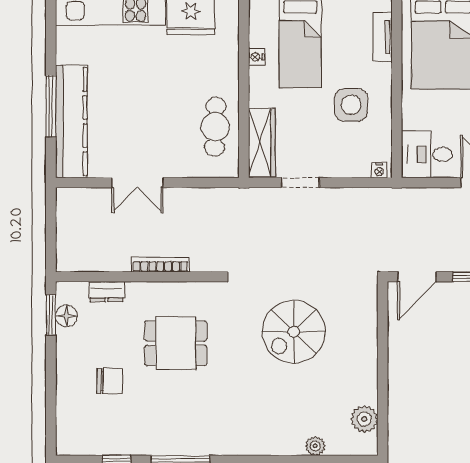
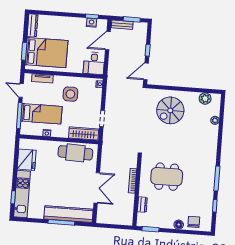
cafe table: (215, 127) -> (75, 153), width x1.37, depth x1.35
double door: (137, 183) -> (97, 188), width x1.37
door: (417, 277) -> (146, 71), swing flipped
floor lamp: (66, 316) -> (179, 225), moved
spiral stairs: (294, 332) -> (170, 110), moved, turned 90
dining table: (176, 343) -> (167, 177), width x1.38
chair: (110, 381) -> (194, 222), moved

